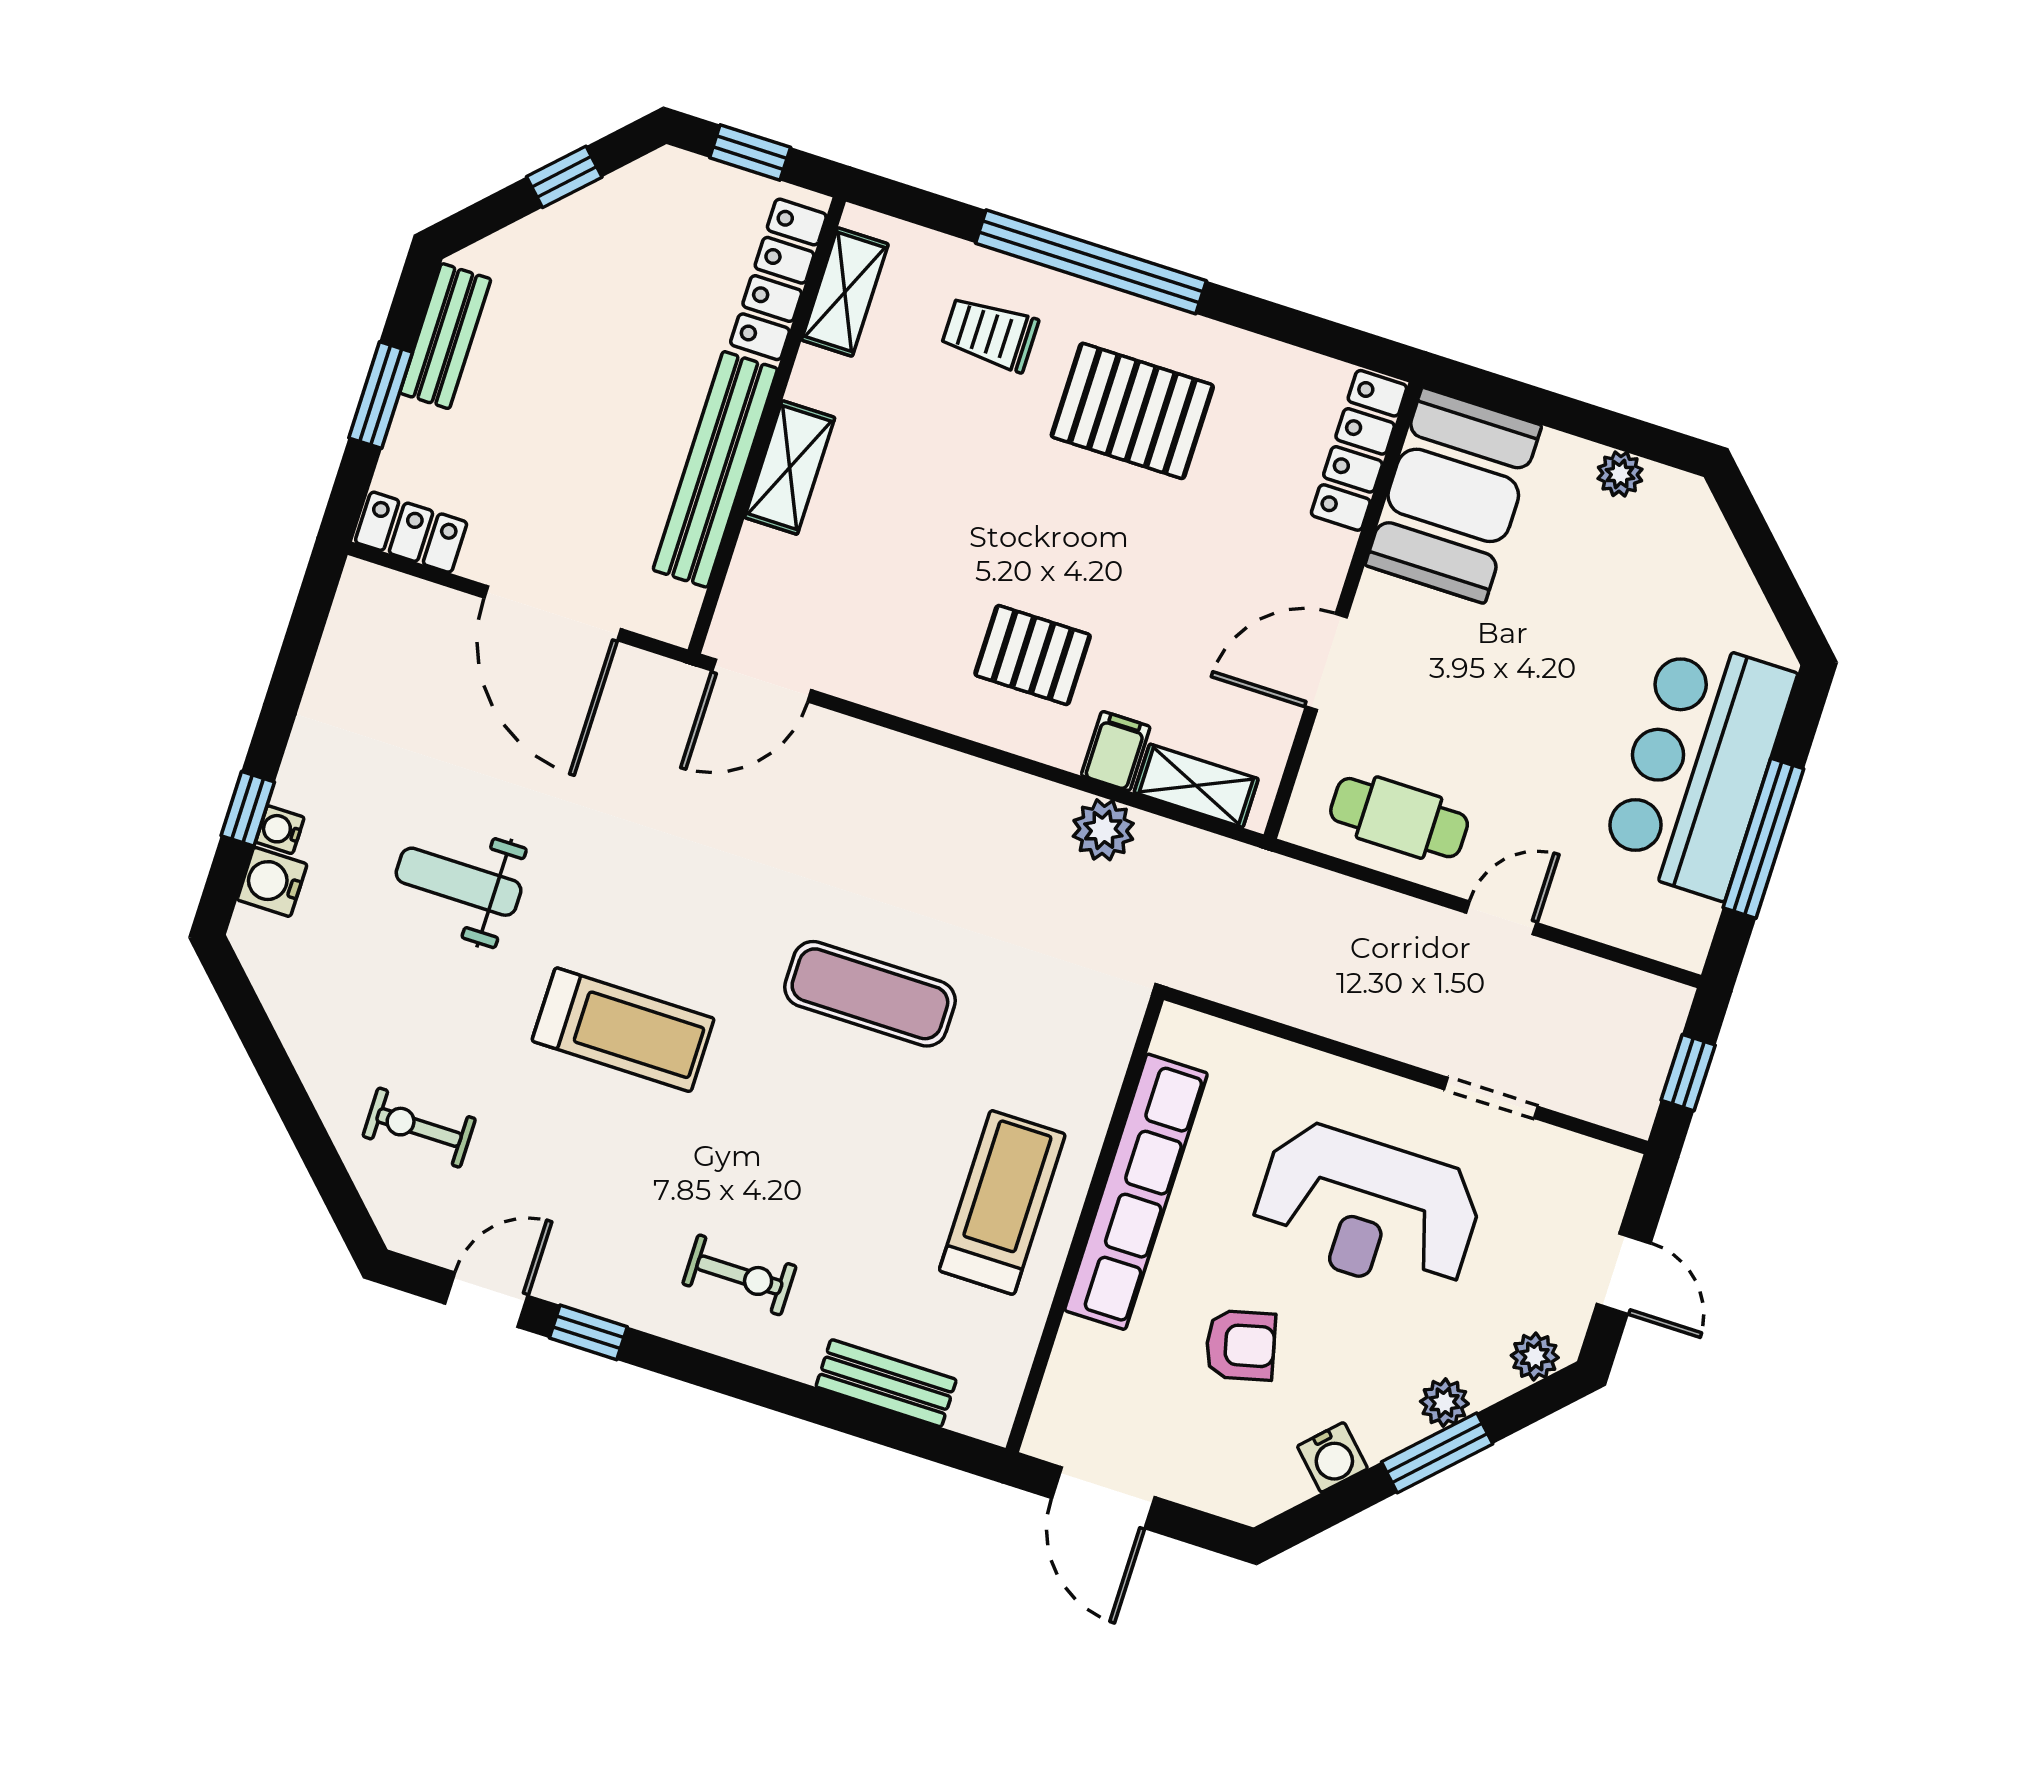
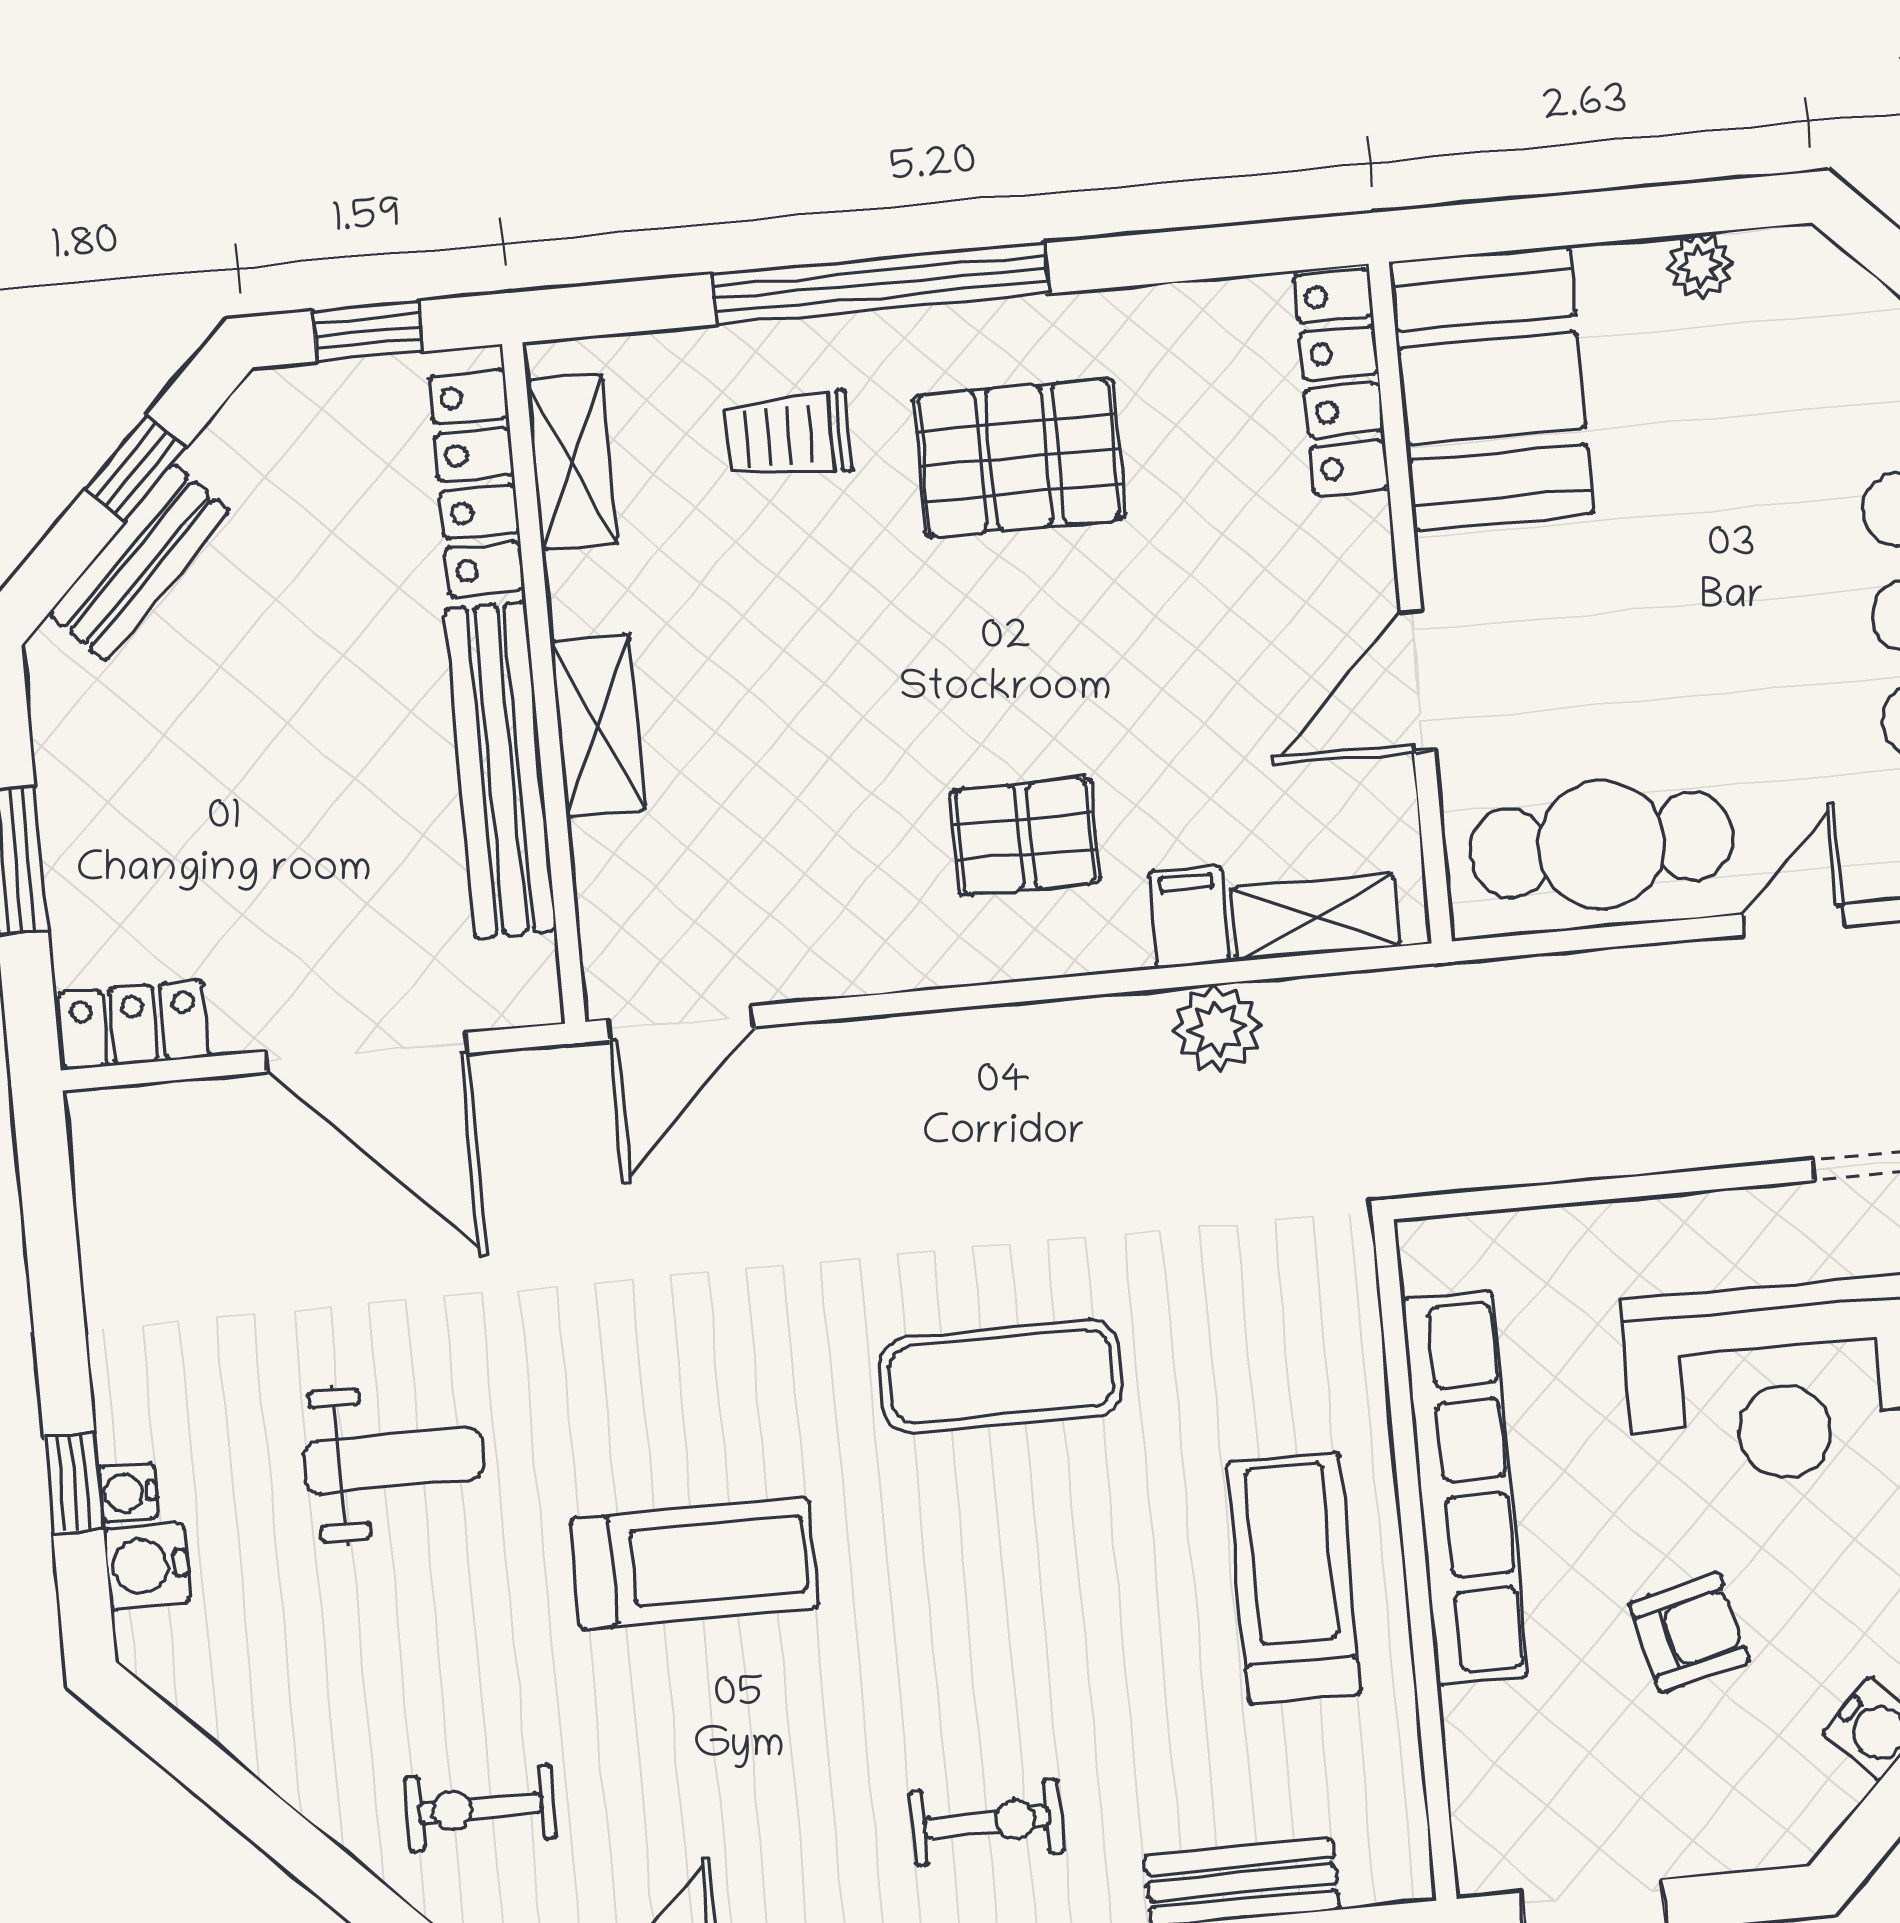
bench: (445, 336) -> (139, 562), moved, turned 45
cafe table: (1399, 818) -> (1601, 845), width x1.37, depth x1.35
weight bench: (459, 882) -> (394, 1460), turned 180

